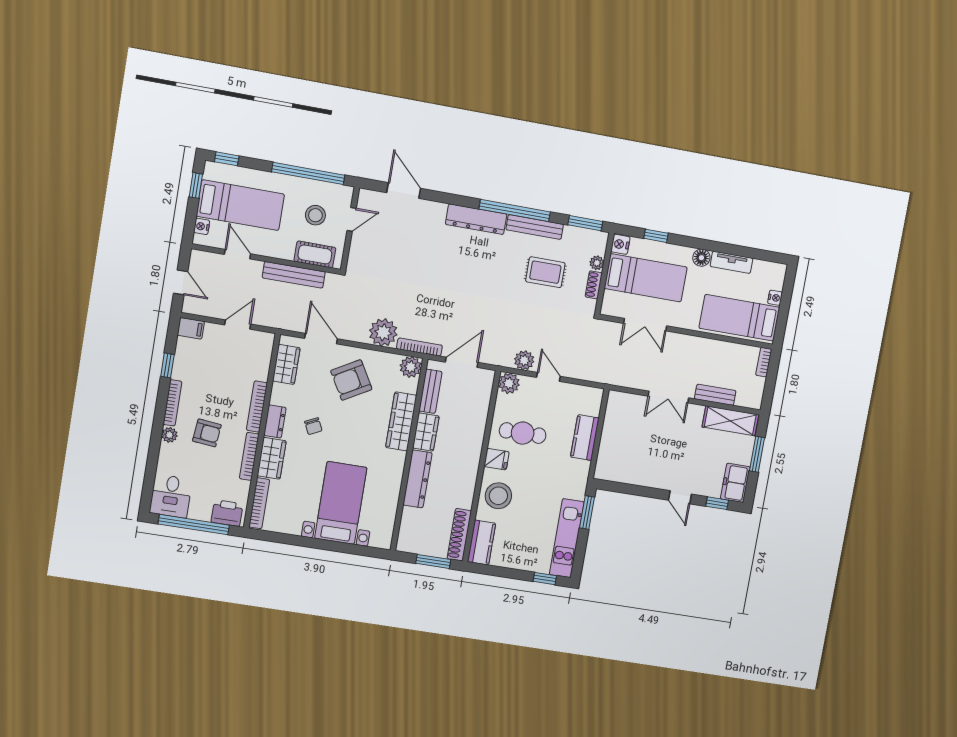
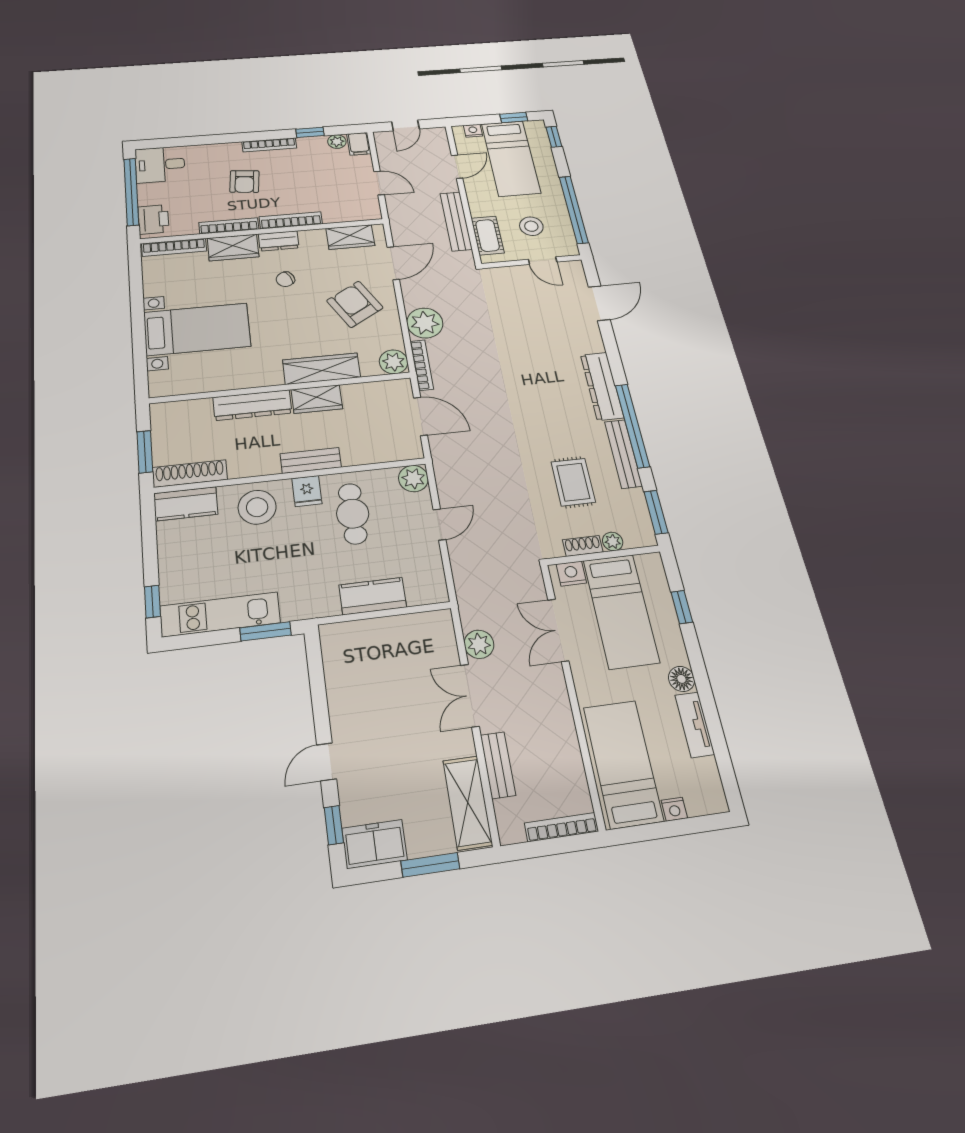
nightstand: (620, 244) -> (571, 574), moved
plant: (524, 360) -> (479, 644), moved
bookcase: (764, 362) -> (561, 827), width x1.56
bench: (430, 391) -> (311, 460), moved
plant: (169, 435) -> (337, 142), moved

